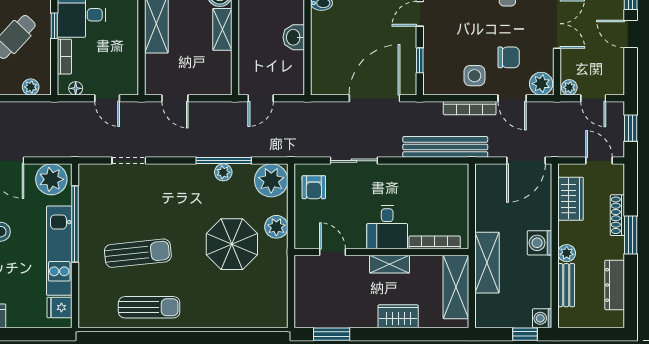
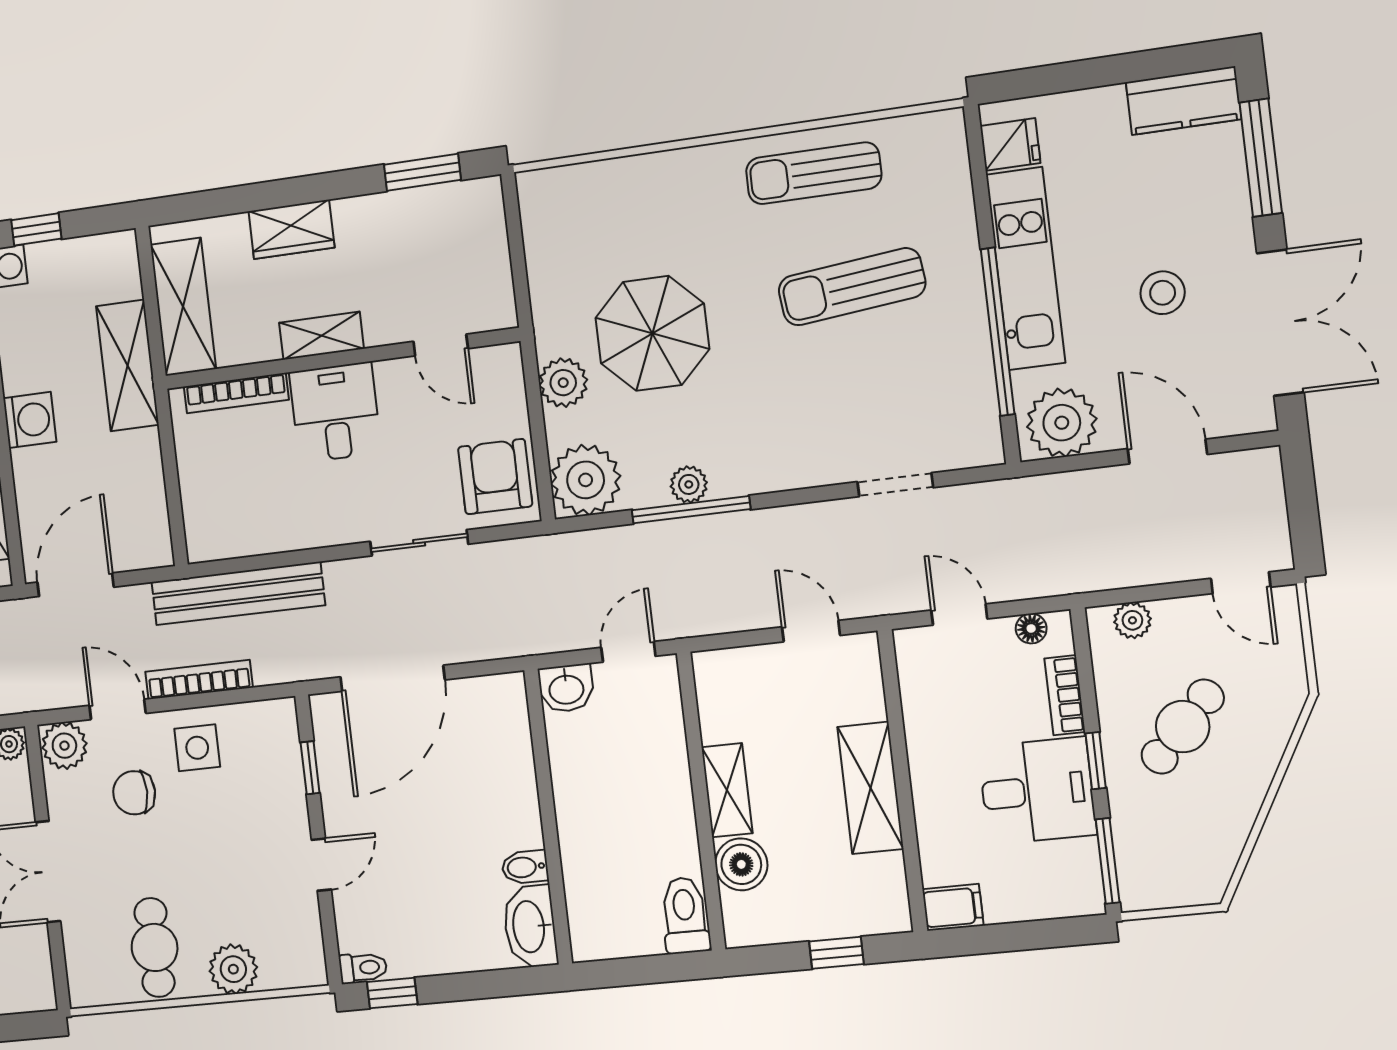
washbasin: (294, 37) -> (566, 688), moved, turned 90
armchair: (314, 187) -> (495, 477), width x1.38, depth x1.38

